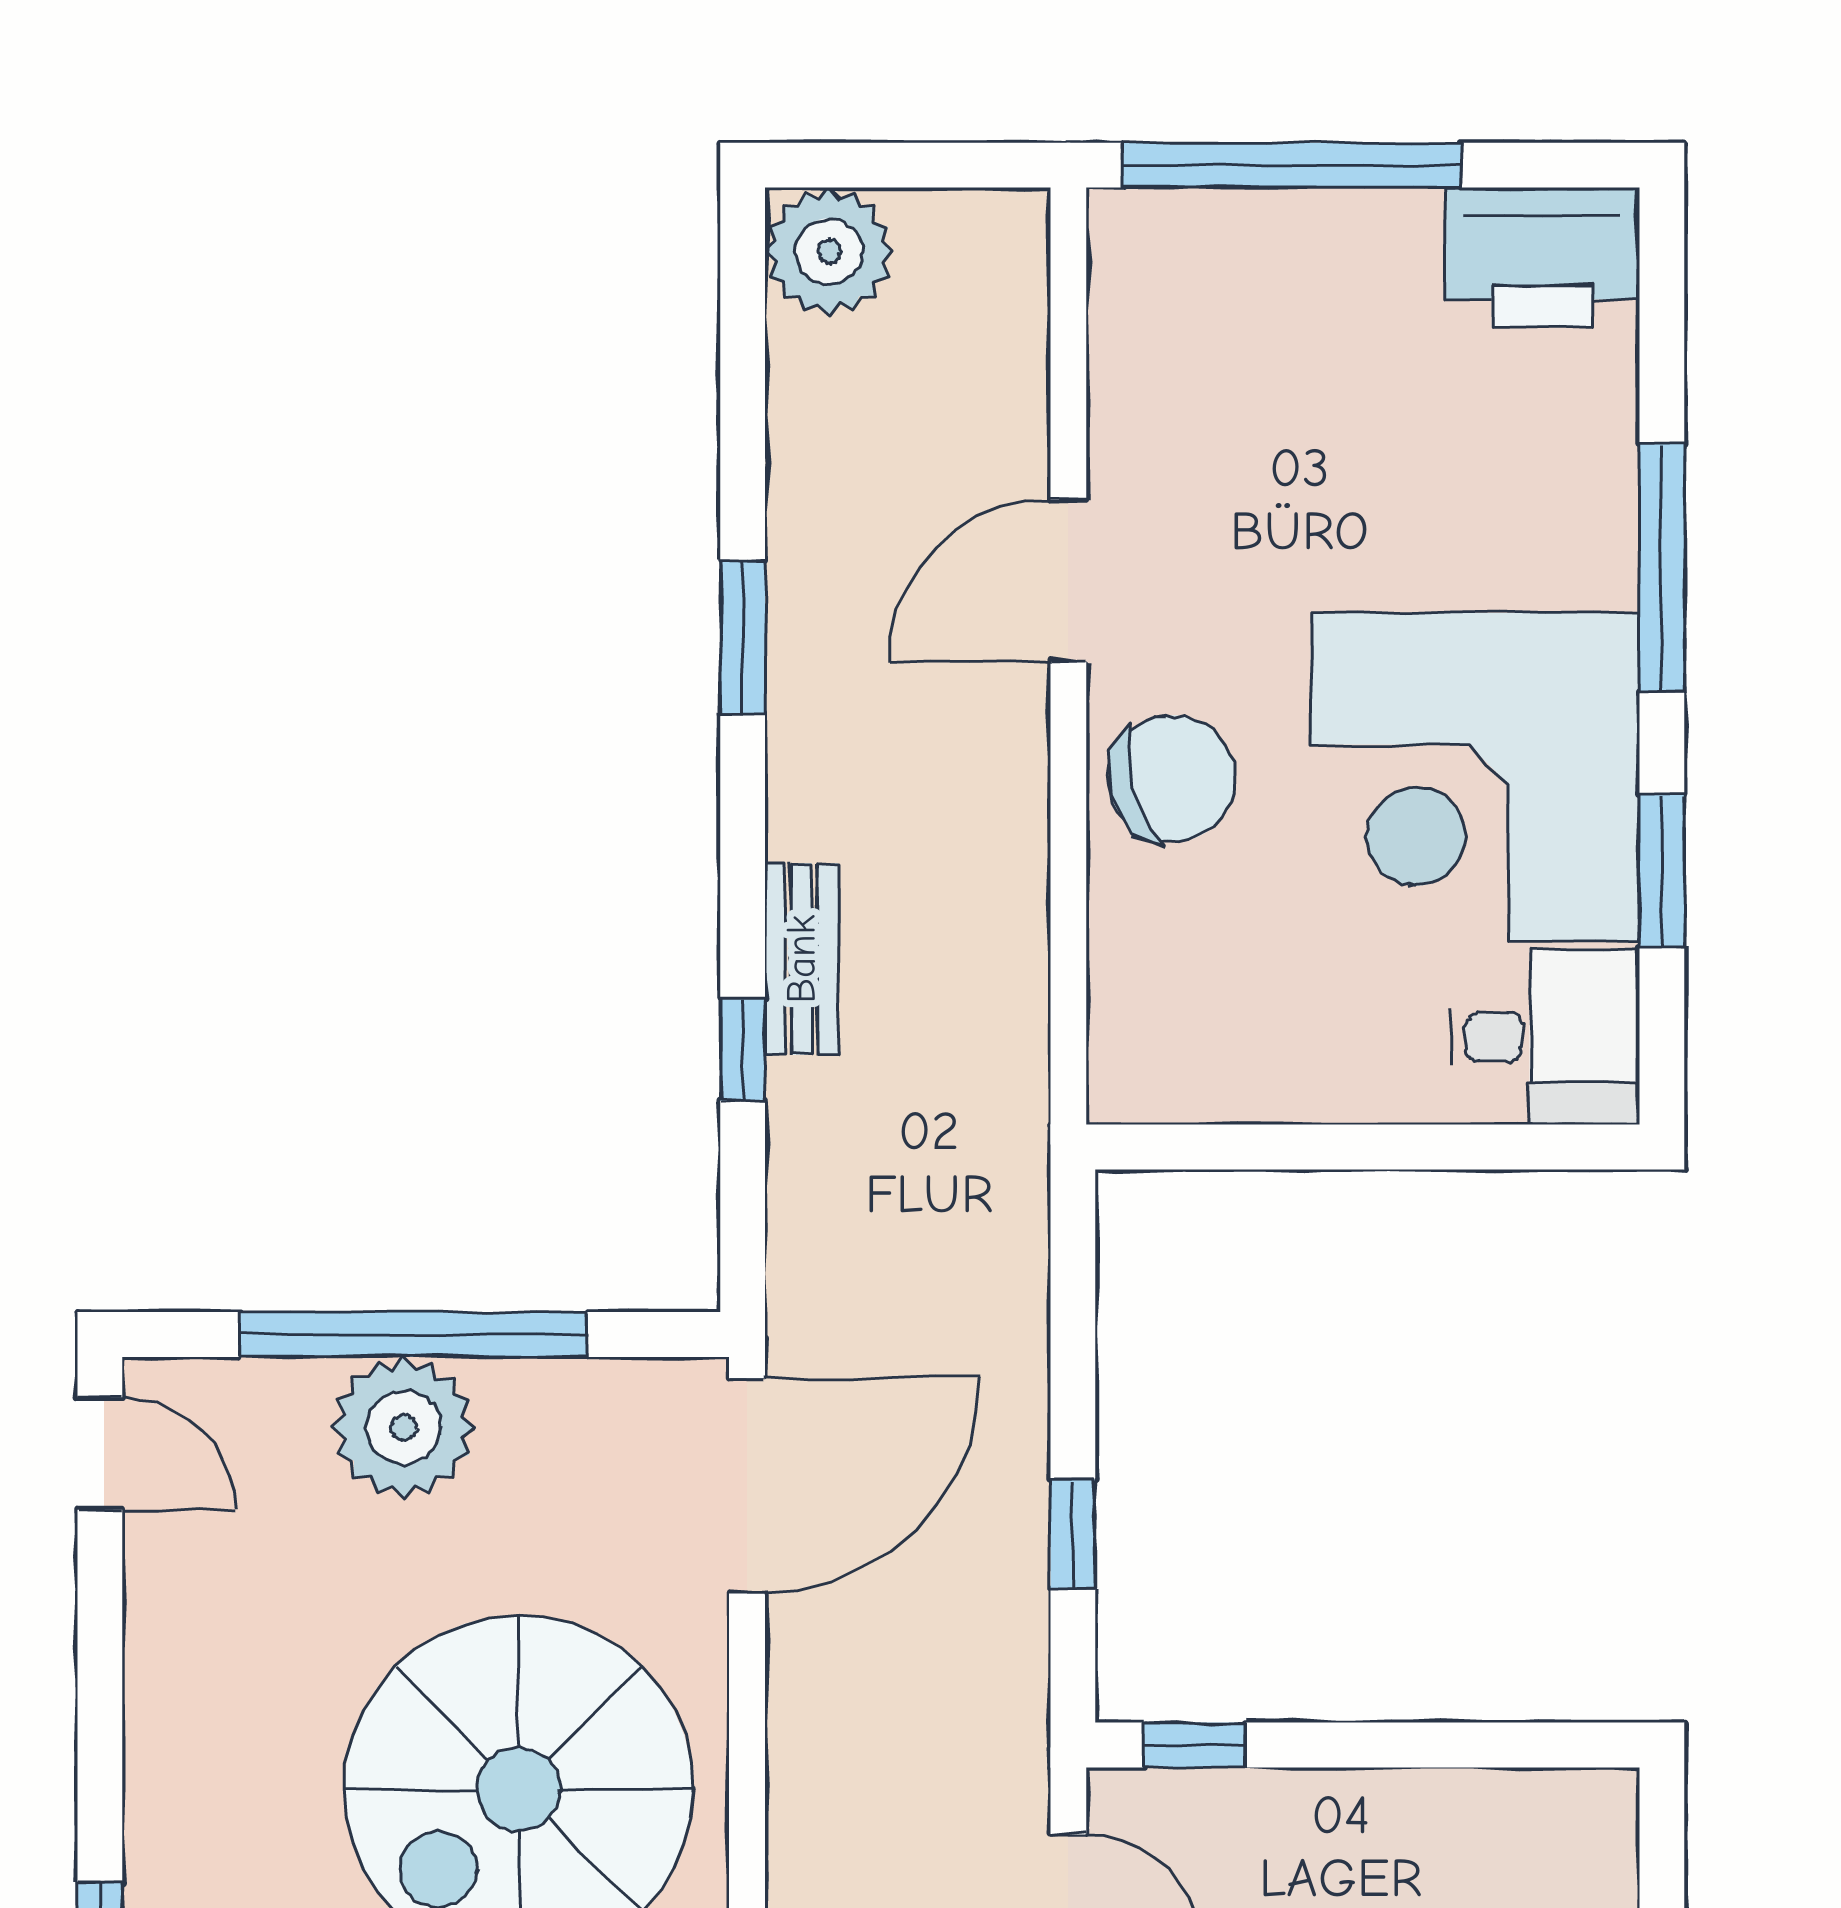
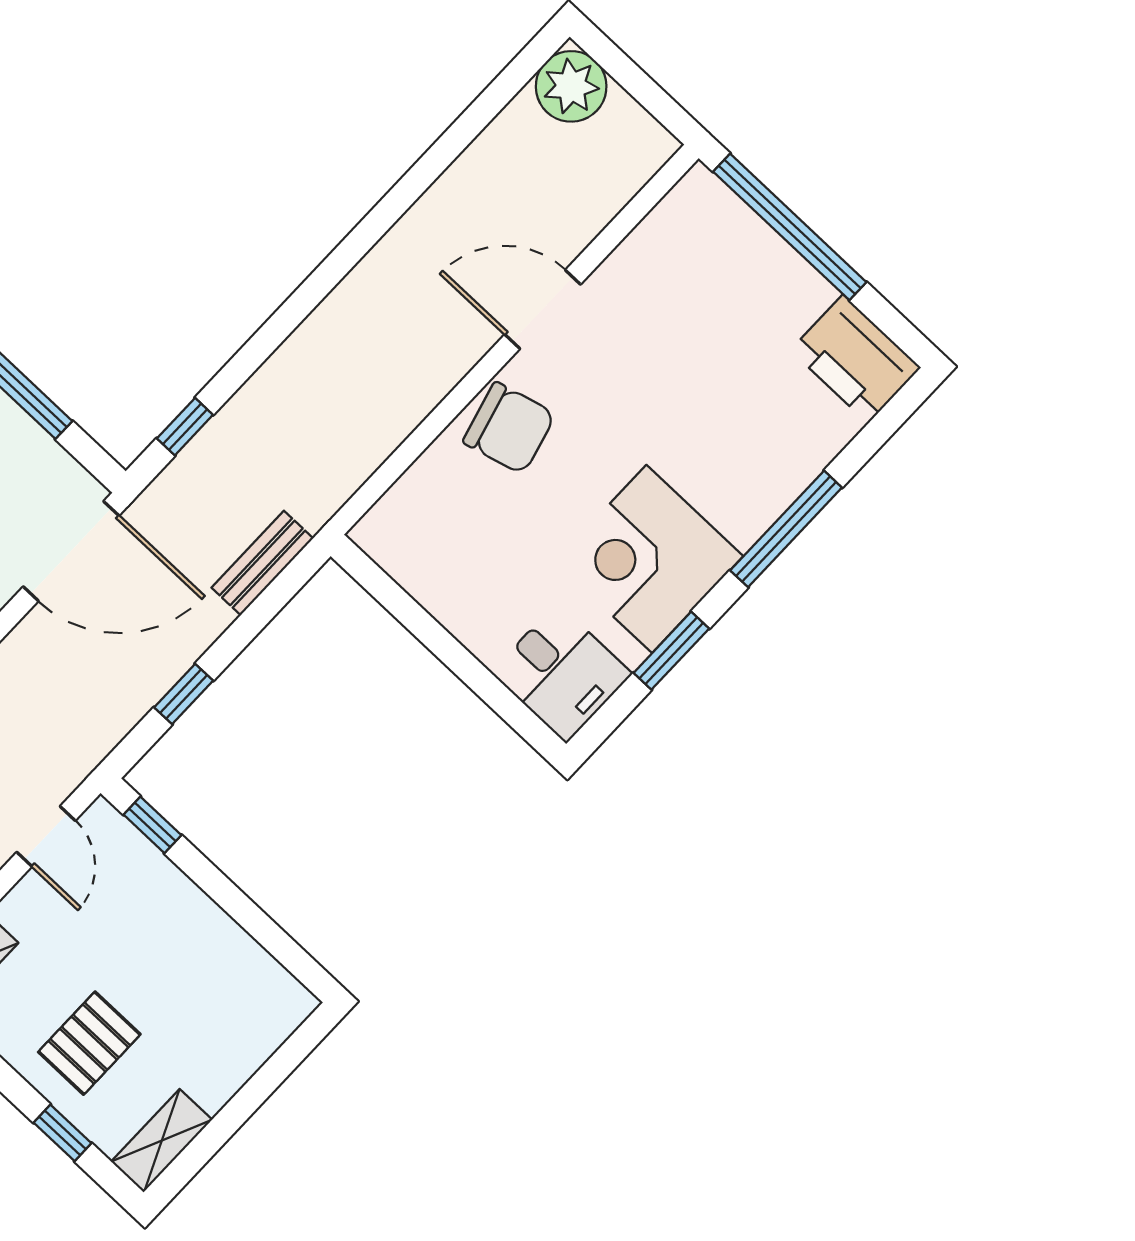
window: (743, 637) -> (390, 209), removed
corner desk: (1475, 777) -> (649, 559), width x0.74, depth x0.74
bench: (801, 959) -> (262, 563), moved
window: (743, 1050) -> (185, 427), moved

